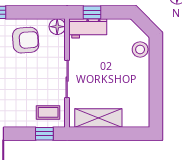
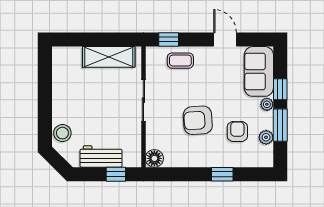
workbench: (88, 28) -> (101, 156), moved
armchair: (26, 40) -> (198, 120), moved
coffee table: (48, 112) -> (180, 61), moved

